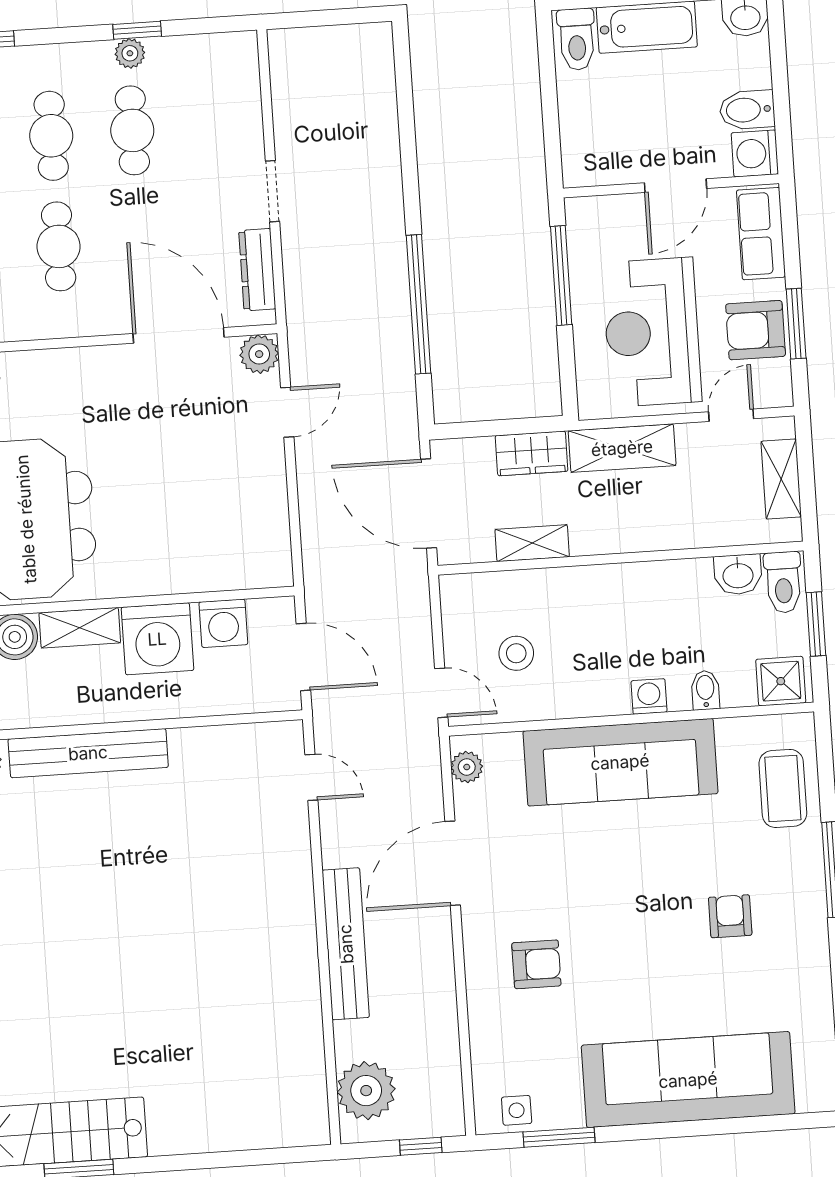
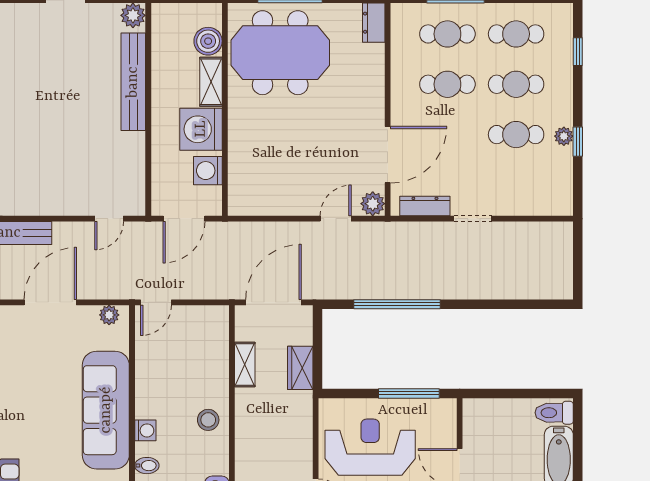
door: (287, 412) -> (336, 219), swing flipped
shelving: (622, 448) -> (300, 424), removed
stool: (516, 653) -> (208, 420), moved
door: (453, 863) -> (50, 302), hinge flipped

